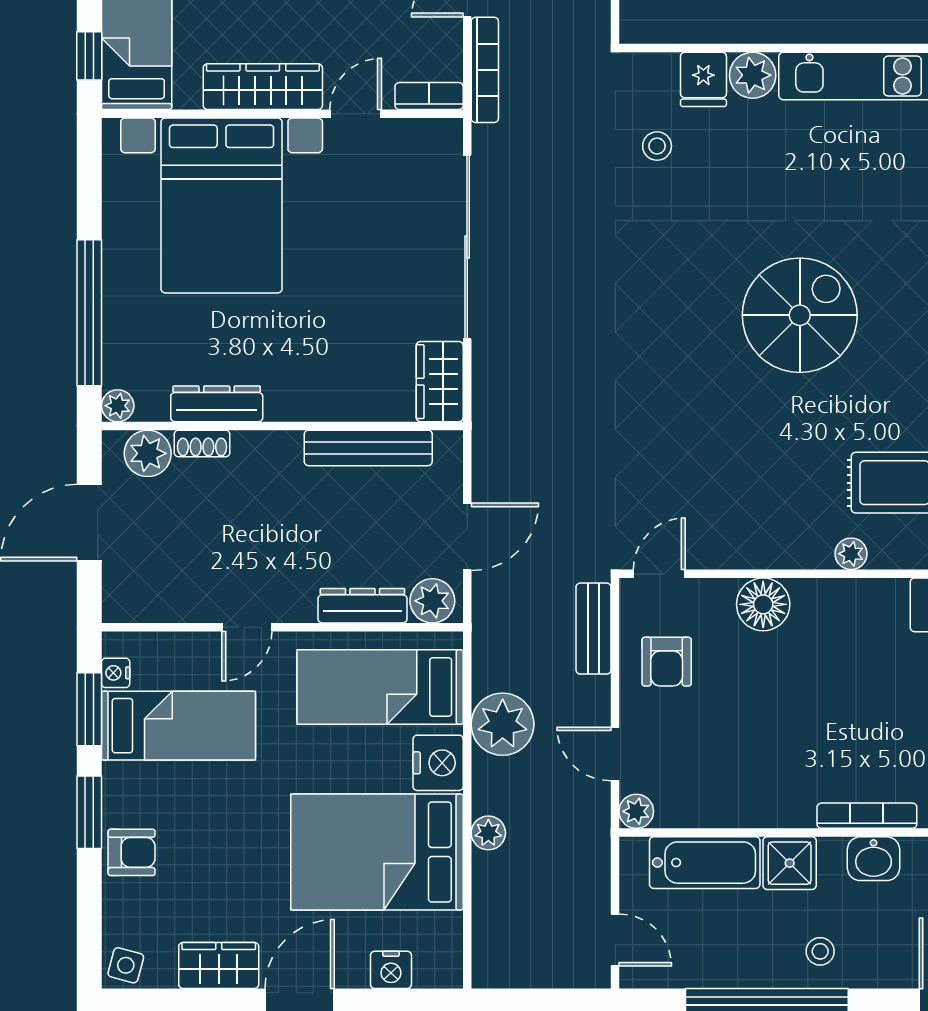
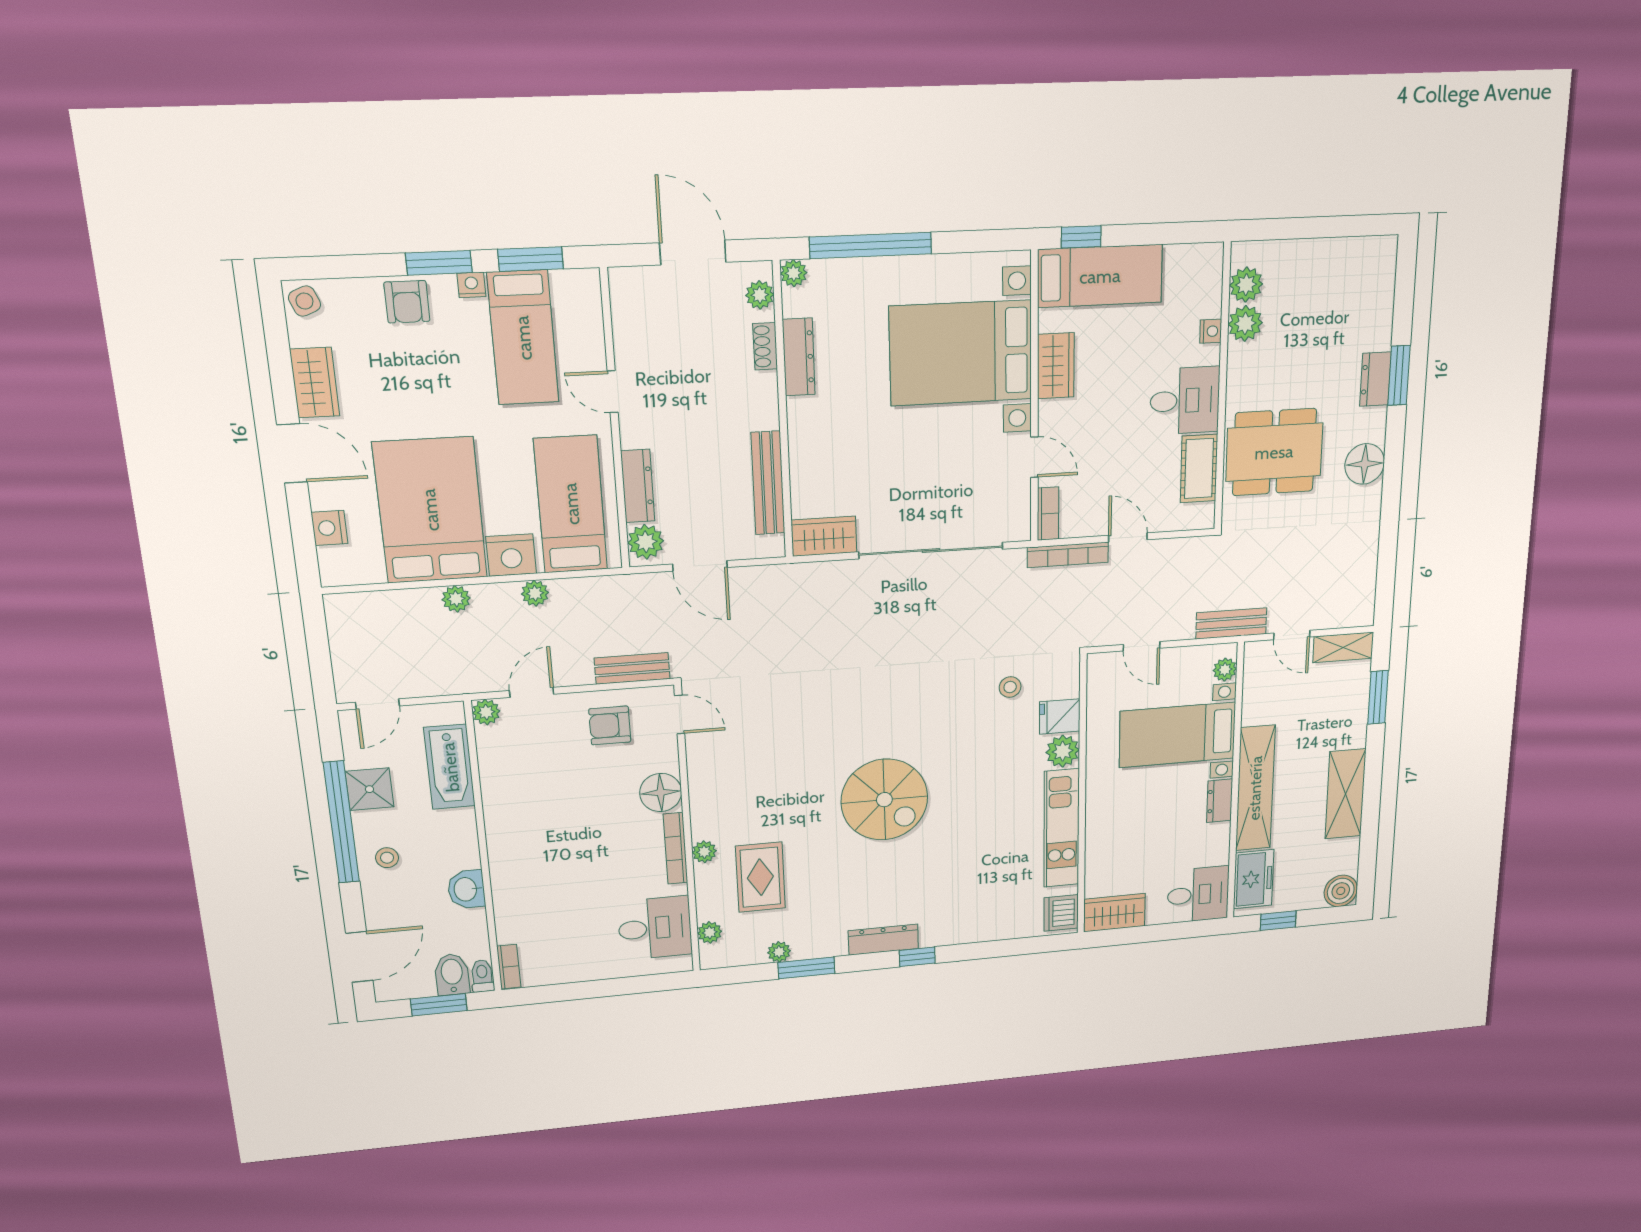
wardrobe: (263, 87) -> (1056, 366), width x0.67
plant: (148, 453) -> (760, 295), width x0.73, depth x0.73
nightstand: (116, 673) -> (471, 285), moved
plant: (503, 724) -> (535, 593), width x0.53, depth x0.53
bookcase: (867, 816) -> (675, 848), moved, turned 180
shower: (790, 863) -> (369, 789), moved
side table: (126, 965) -> (304, 301), turned -37

